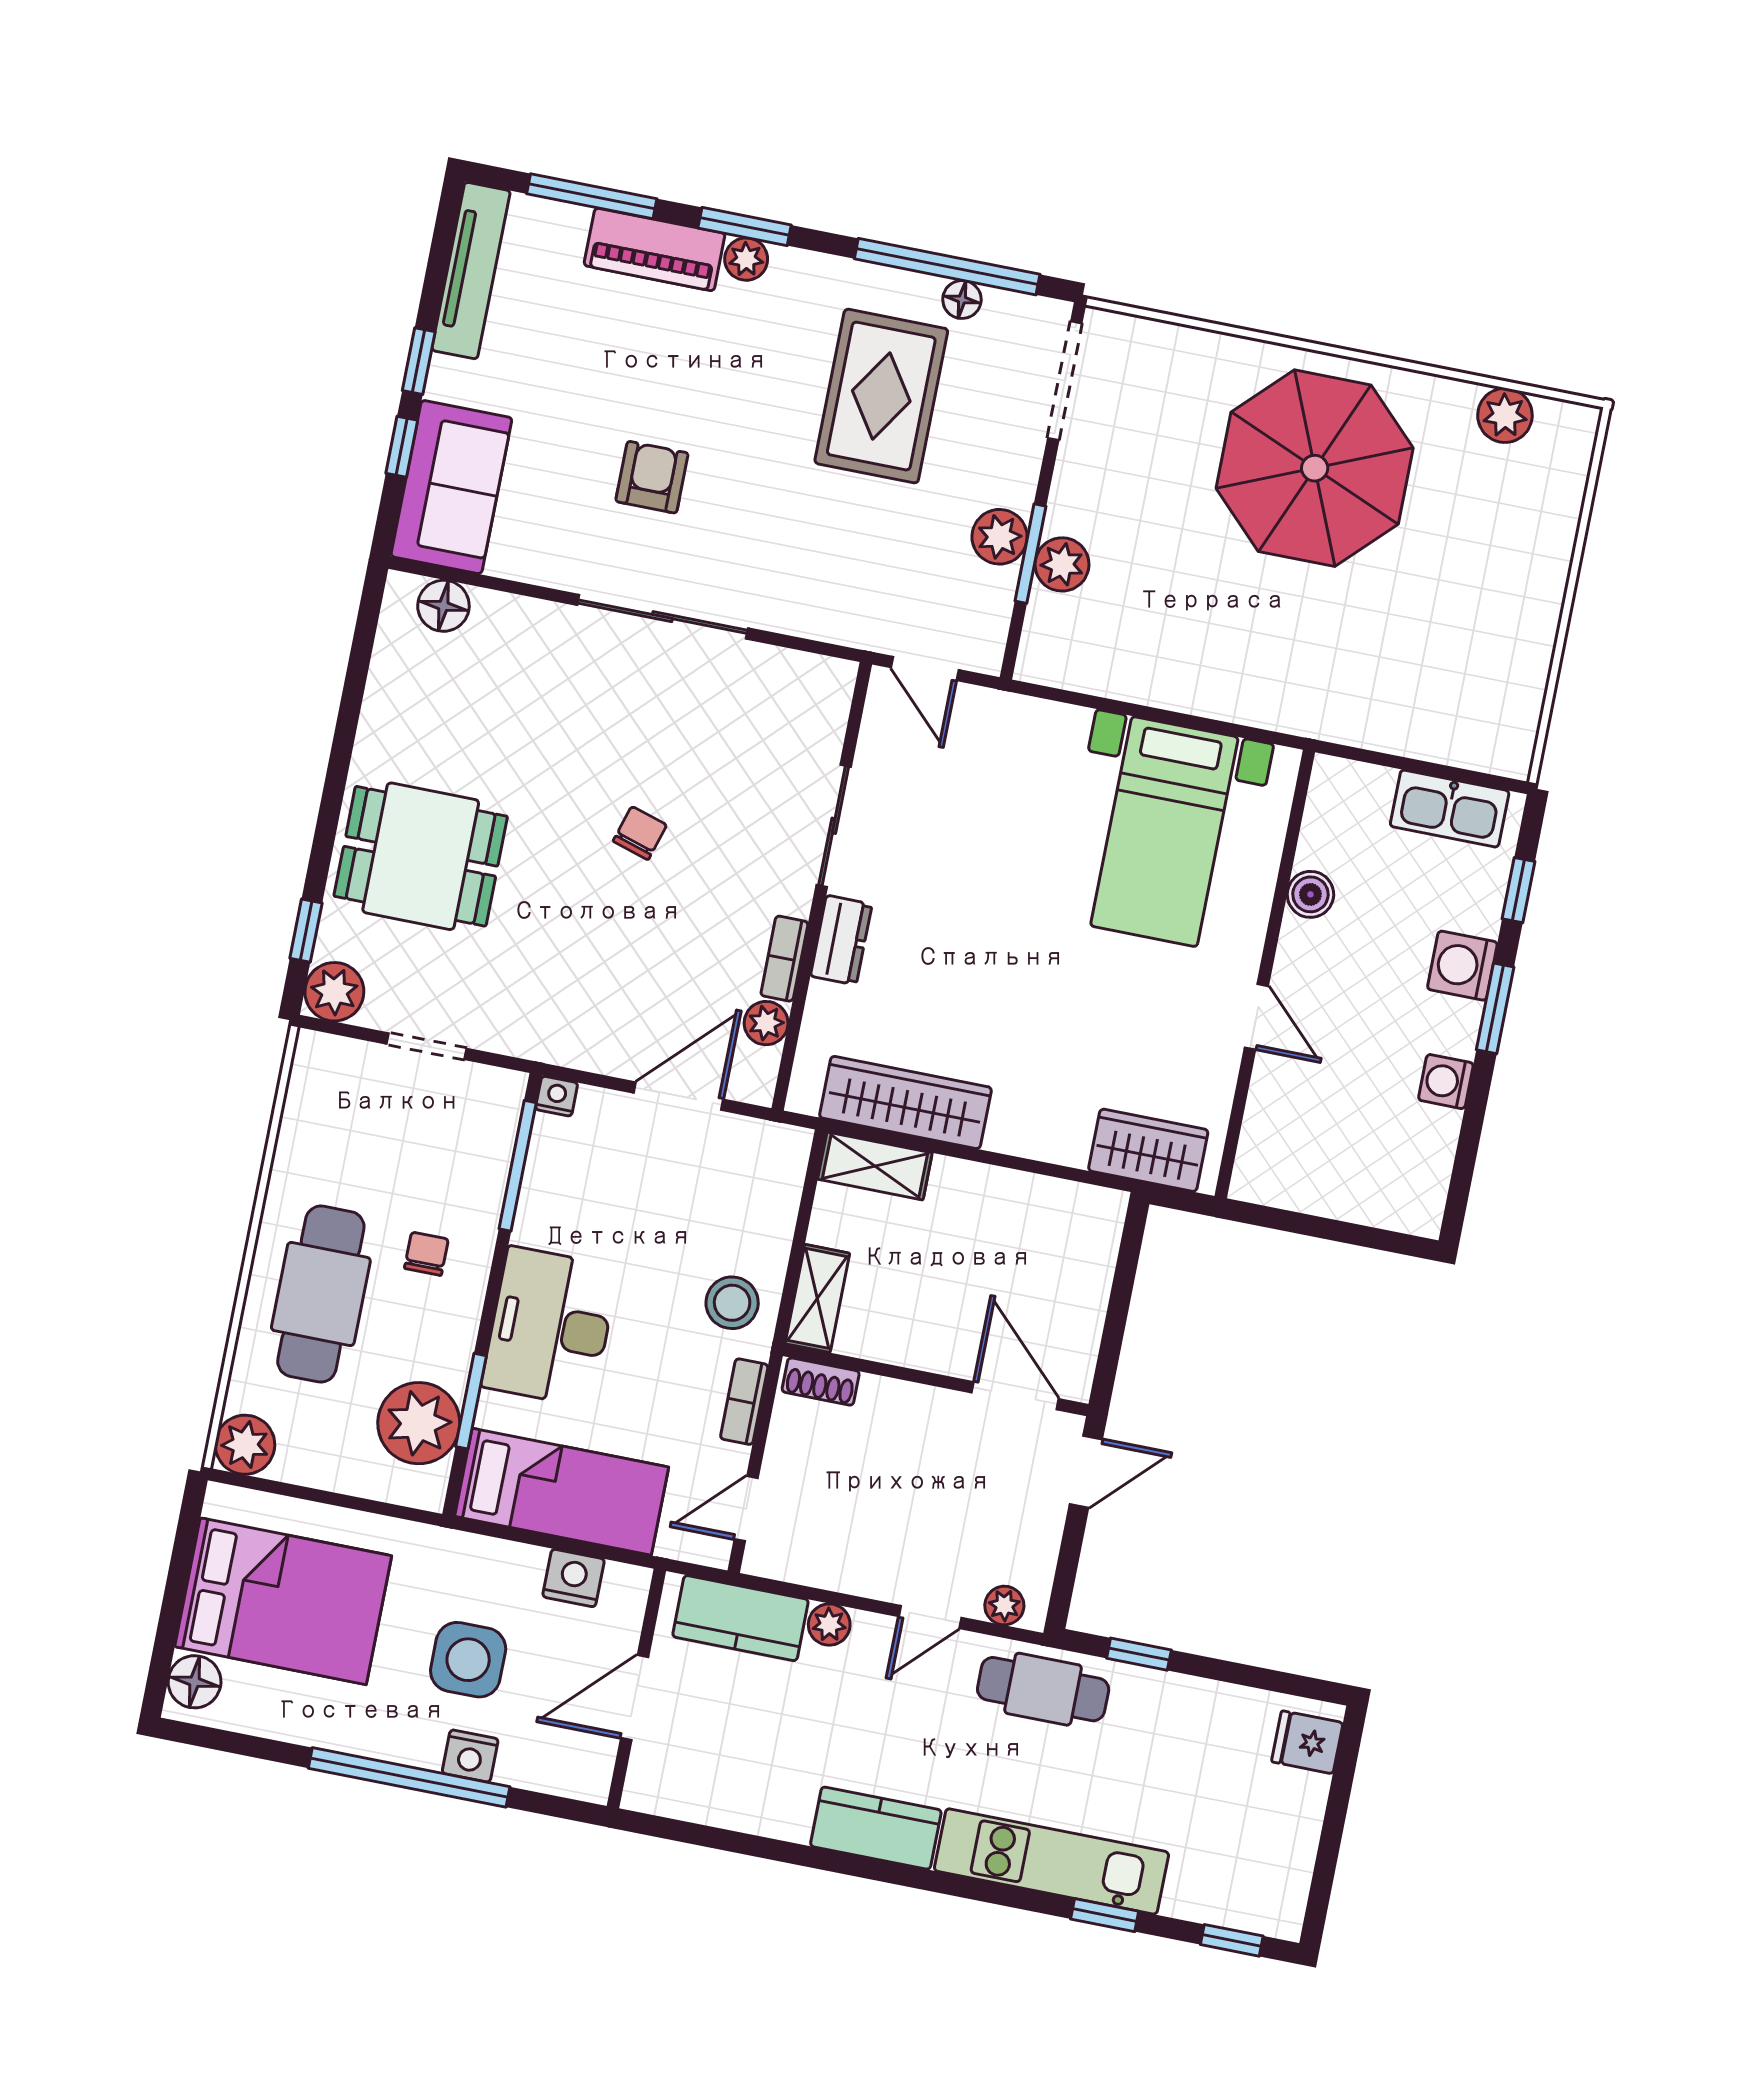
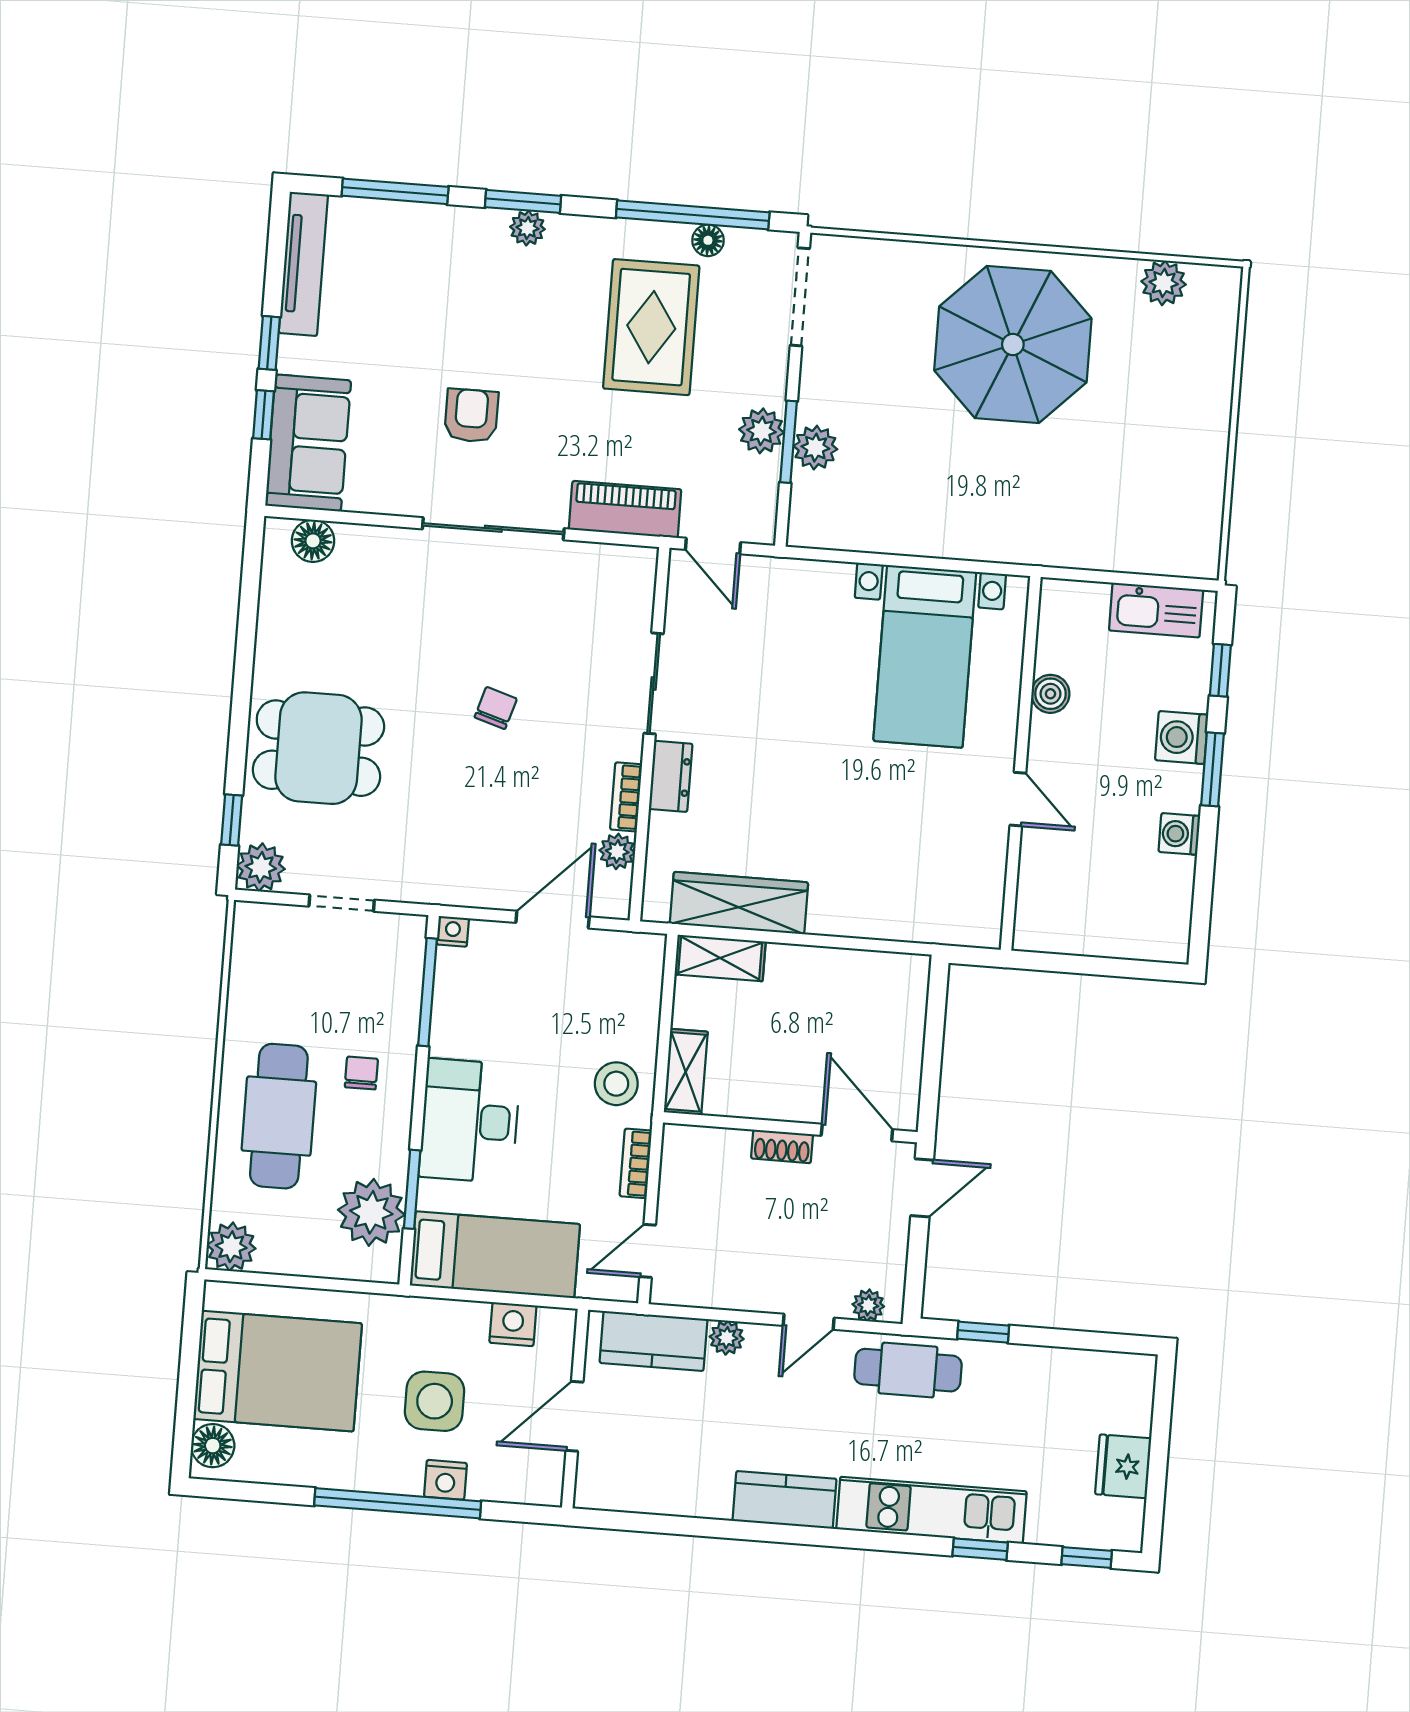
piano: (654, 249) -> (625, 509), moved, turned 180
wardrobe: (1148, 1150) -> (942, 919), removed
shoe rack: (821, 1382) -> (782, 1146), moved
fridge: (1307, 1742) -> (1123, 1466), moved, width x1.38

